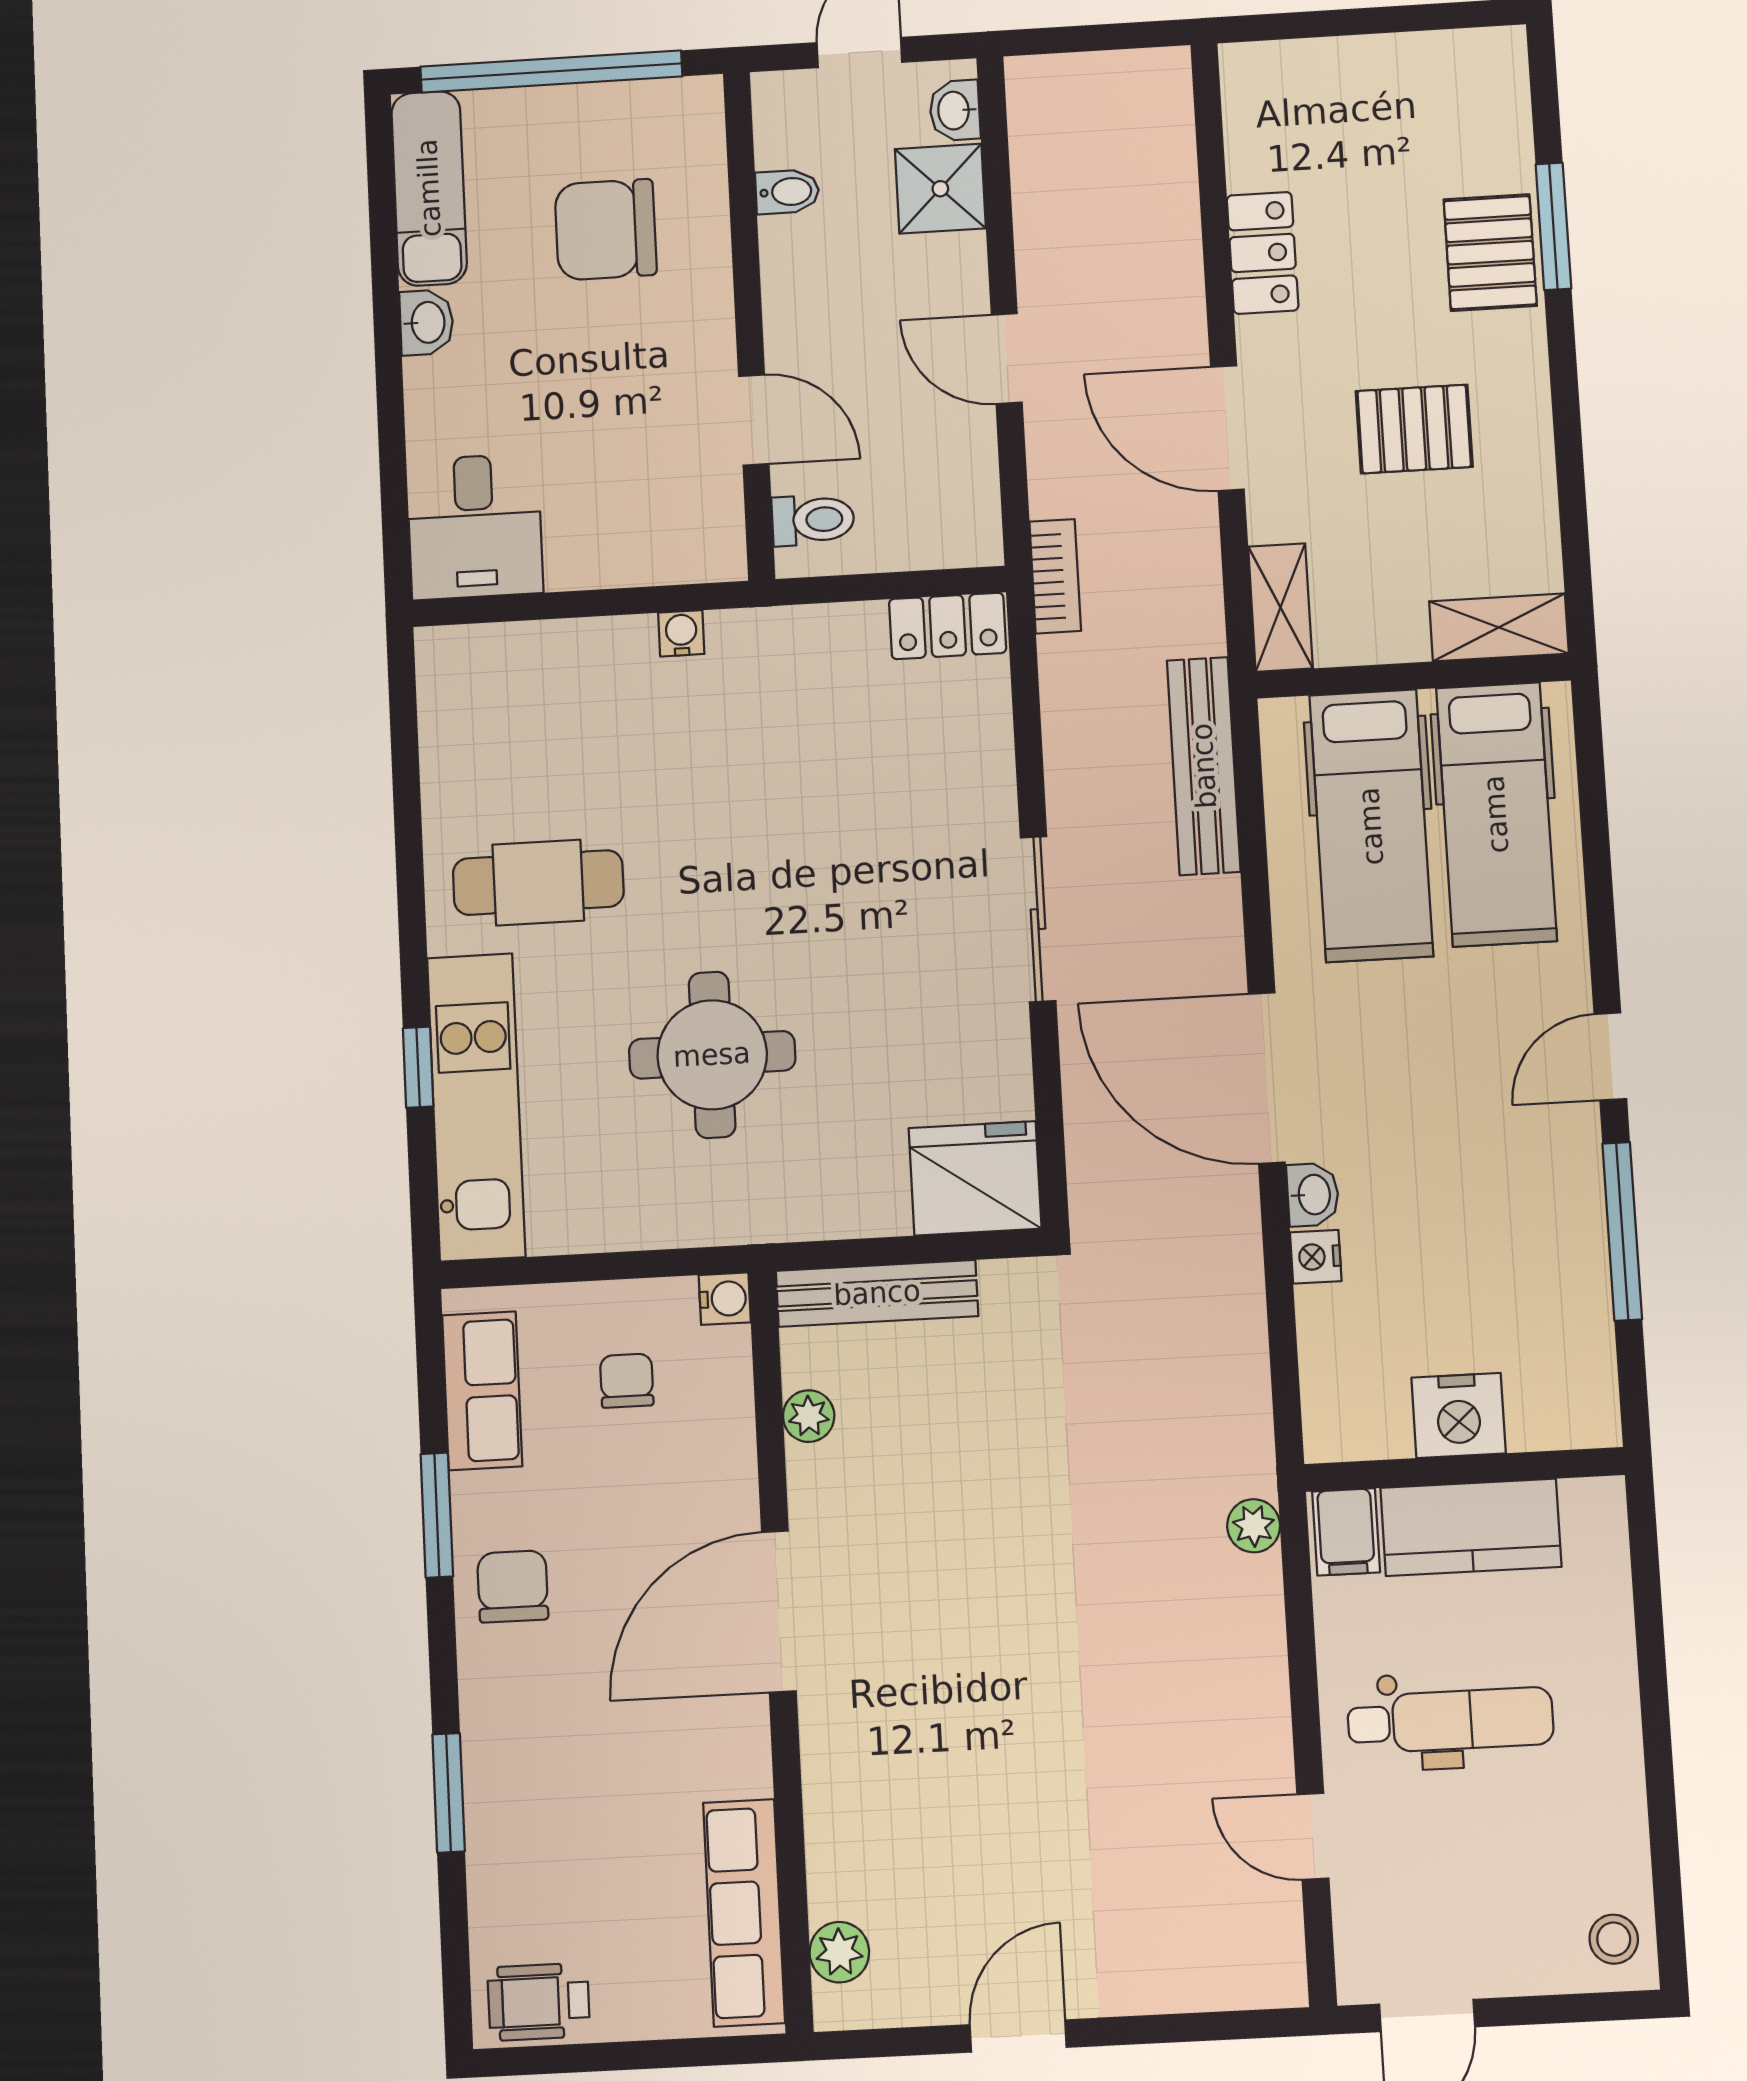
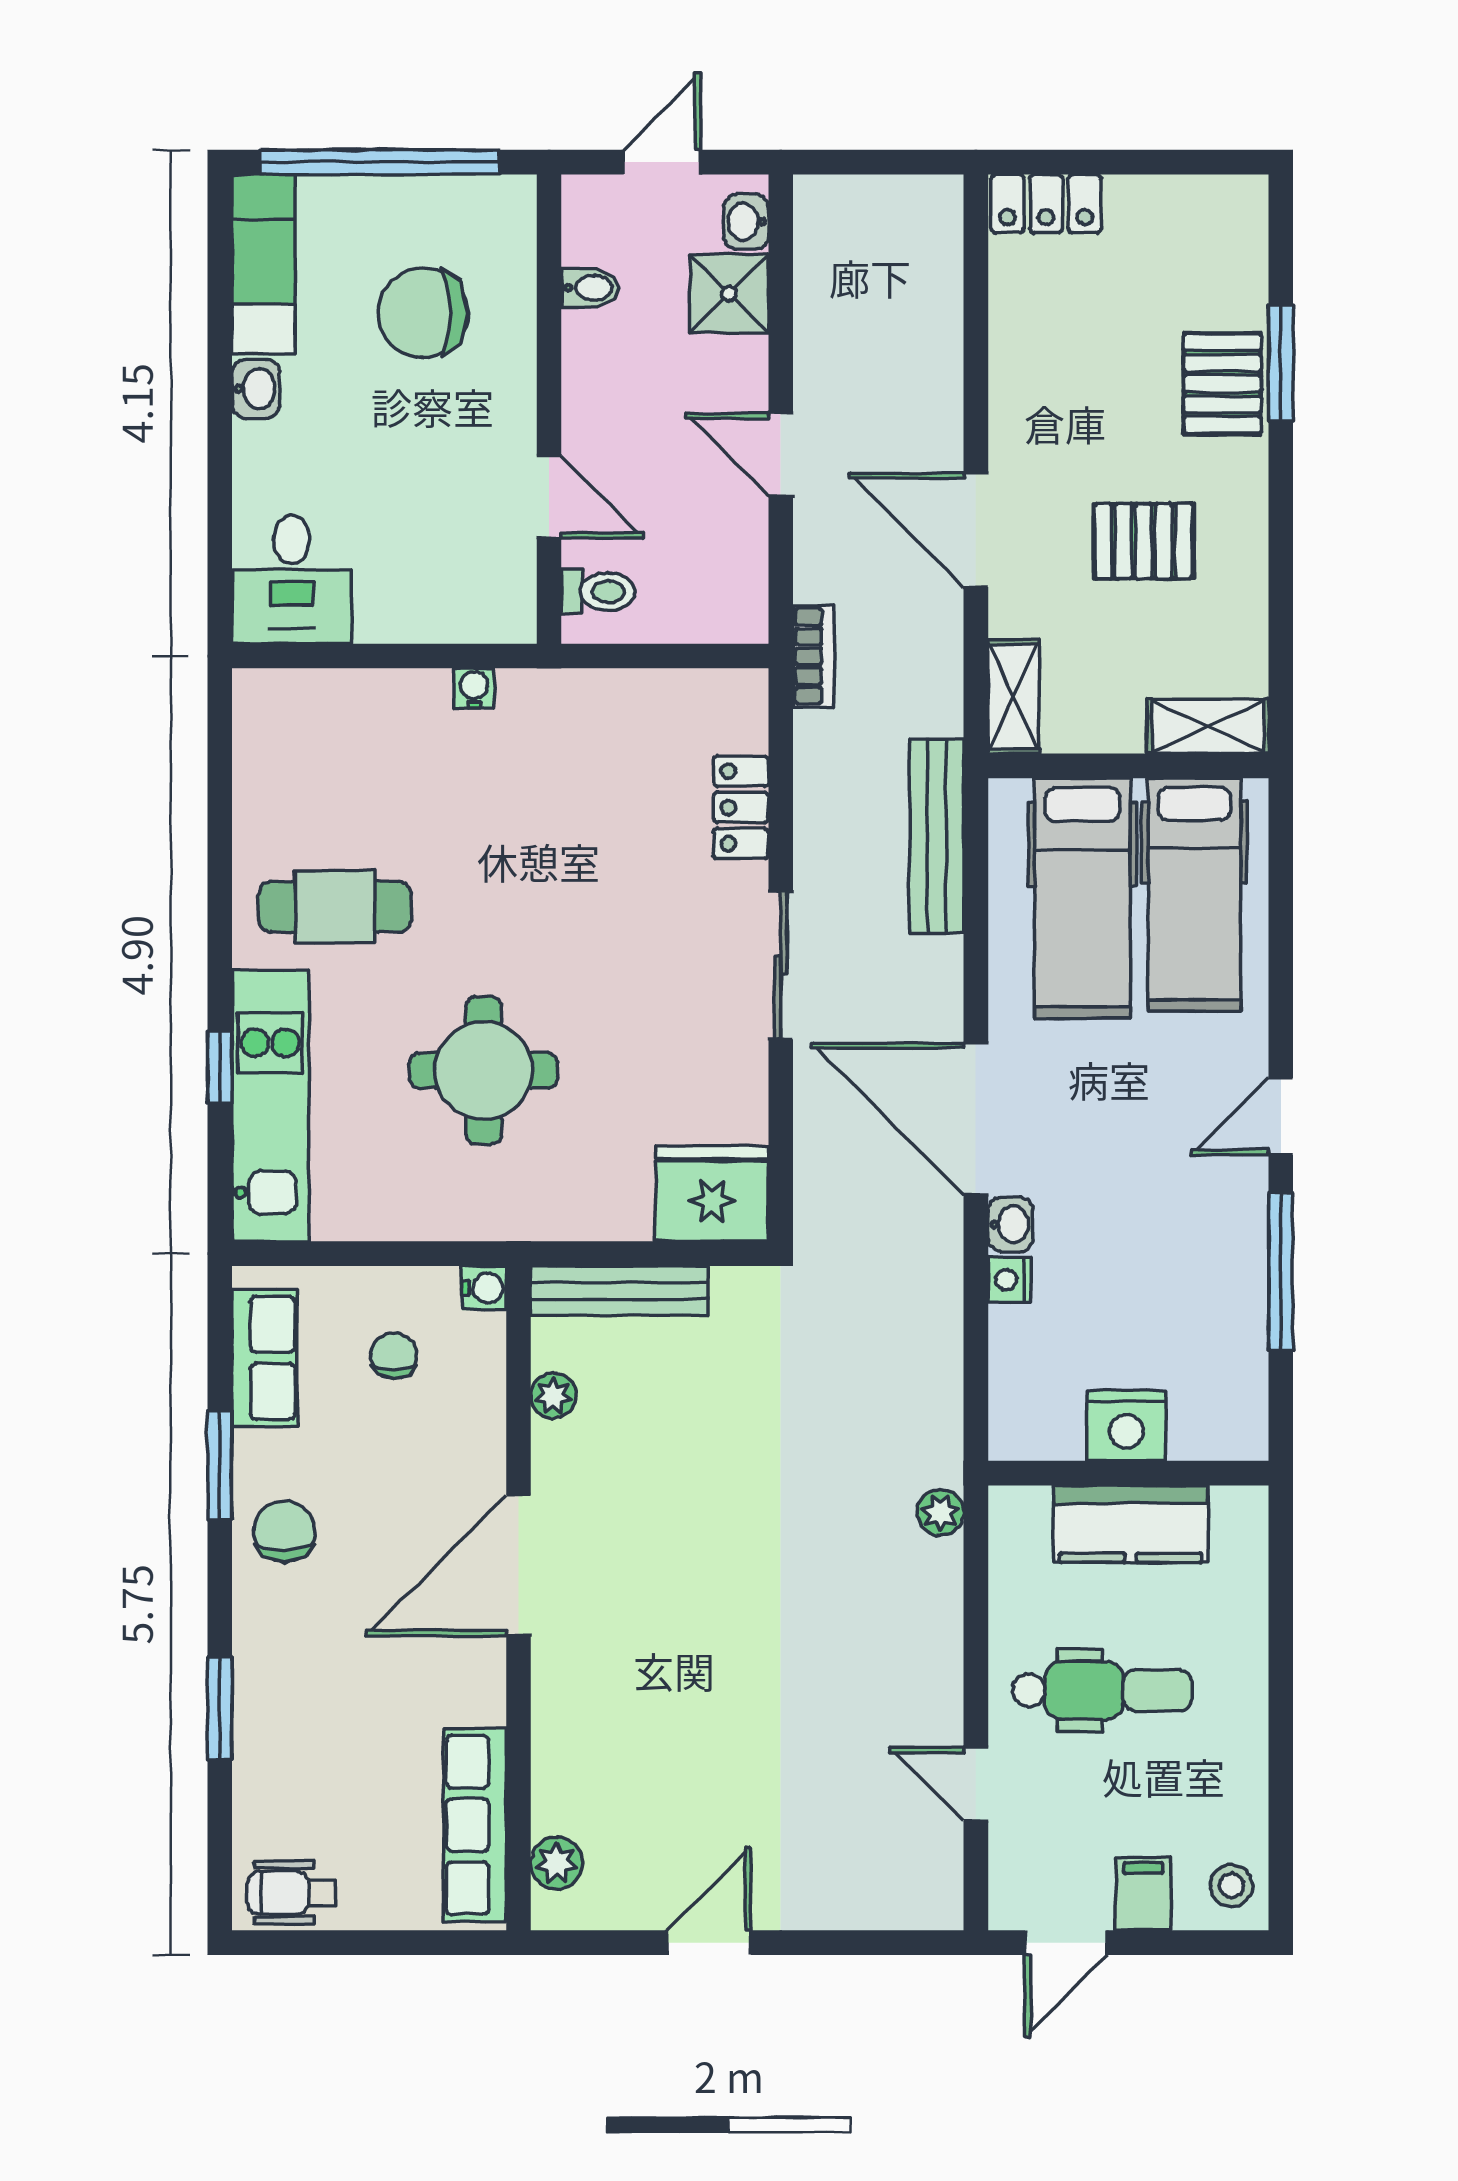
locker: (1263, 253) -> (1046, 204), moved, turned 90
locker: (948, 626) -> (741, 807), moved, turned 90
filing cabinet: (1346, 1532) -> (1143, 1894), moved, turned 180

